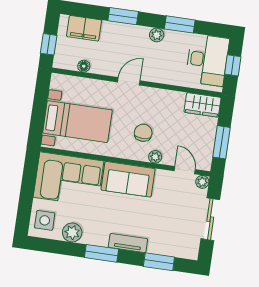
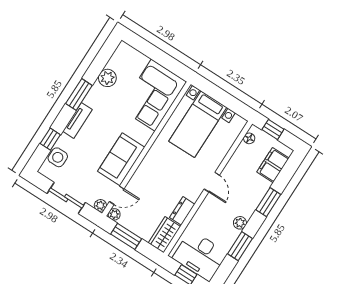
floor lamp: (84, 66) -> (249, 138), moved
dresser: (171, 98) -> (182, 211), added
chair: (143, 133) -> (164, 175), removed
plant: (155, 157) -> (114, 214), moved
sofa: (128, 179) -> (121, 159), moved
side table: (45, 220) -> (58, 157), moved
window: (159, 262) -> (50, 139), width x0.67

